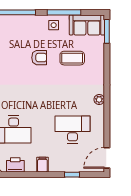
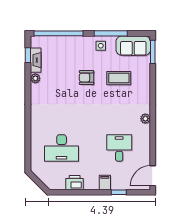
armchair: (39, 58) -> (87, 78), turned 180
desk: (72, 129) -> (119, 148), width x0.73
printer: (15, 165) -> (75, 183), moved
filing cabinet: (42, 165) -> (105, 182), moved

